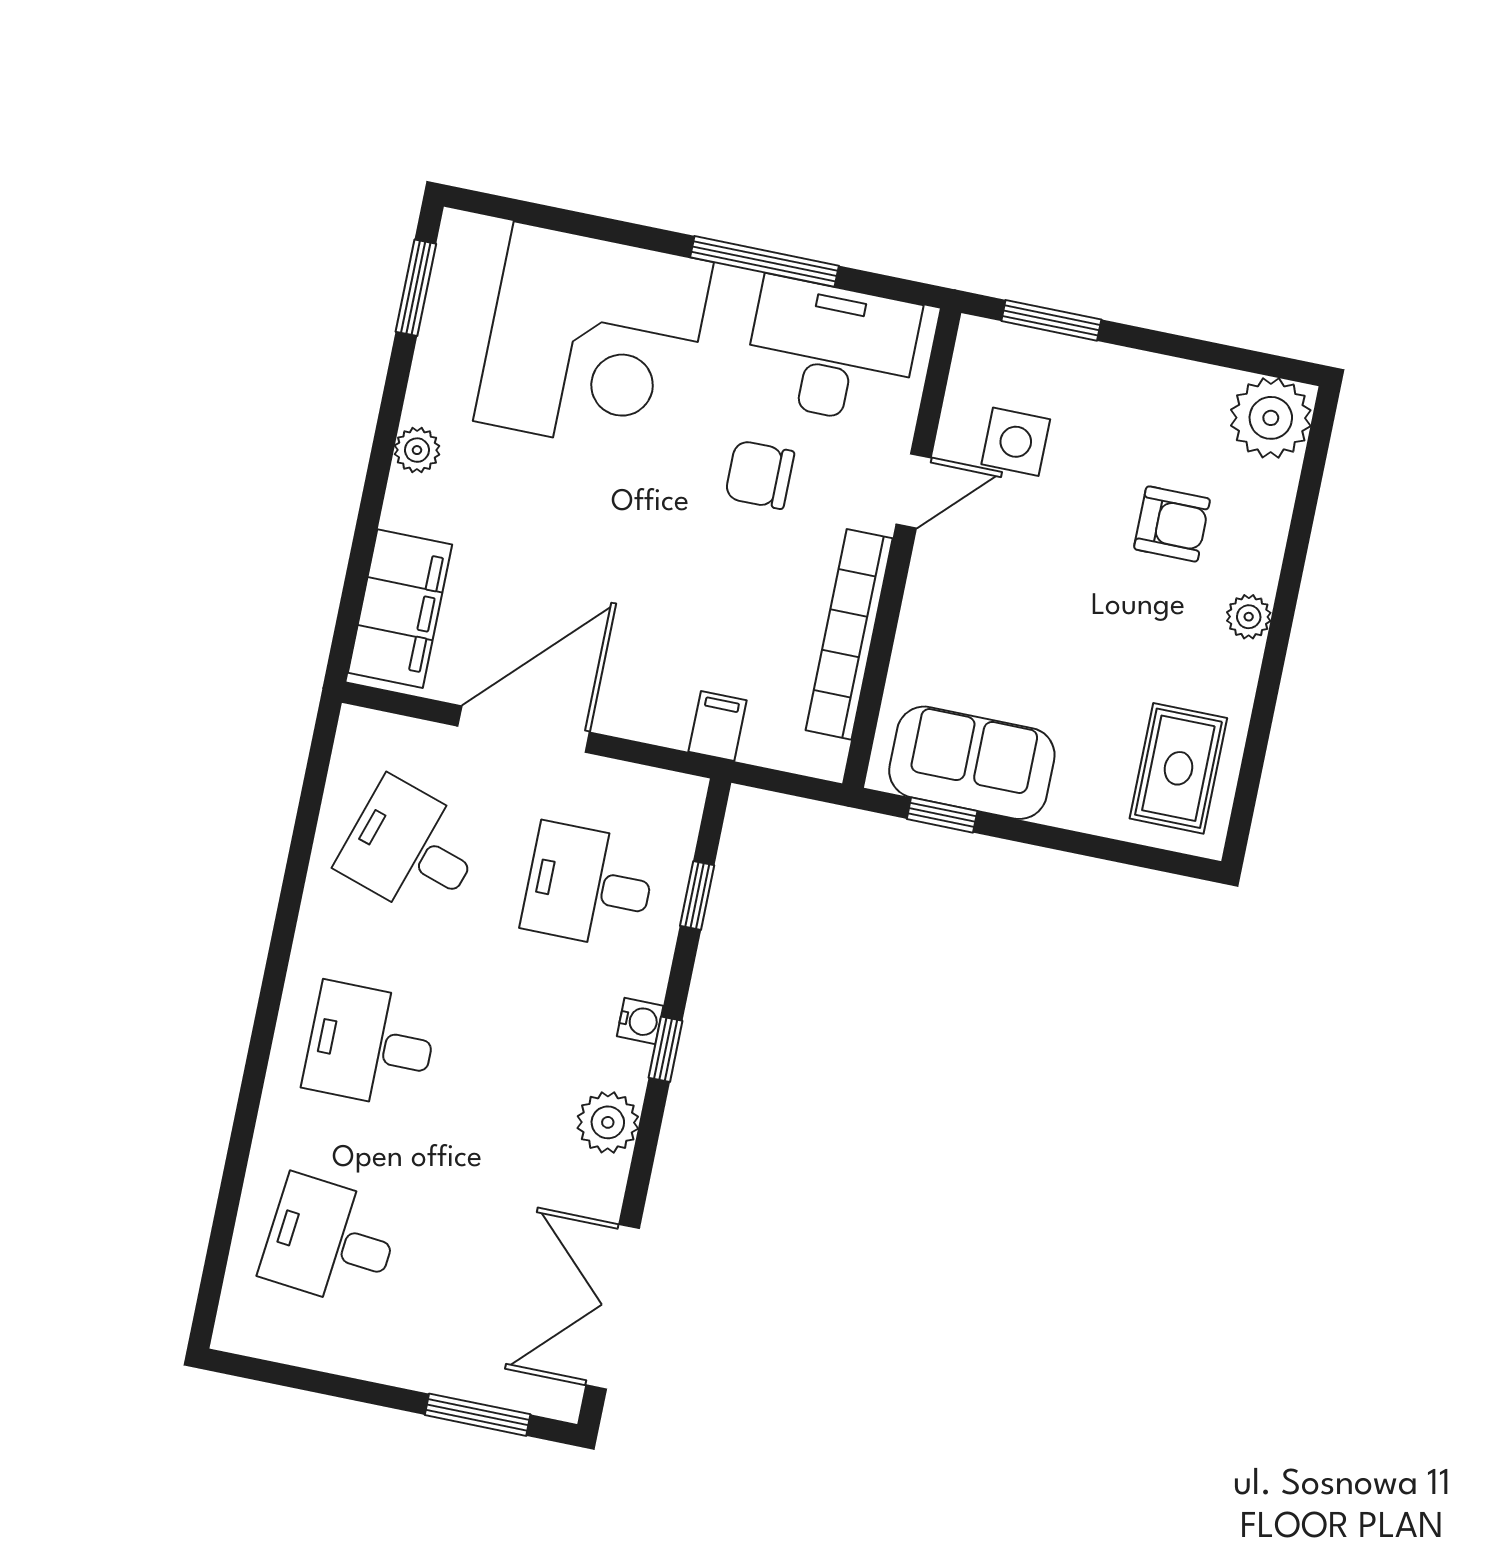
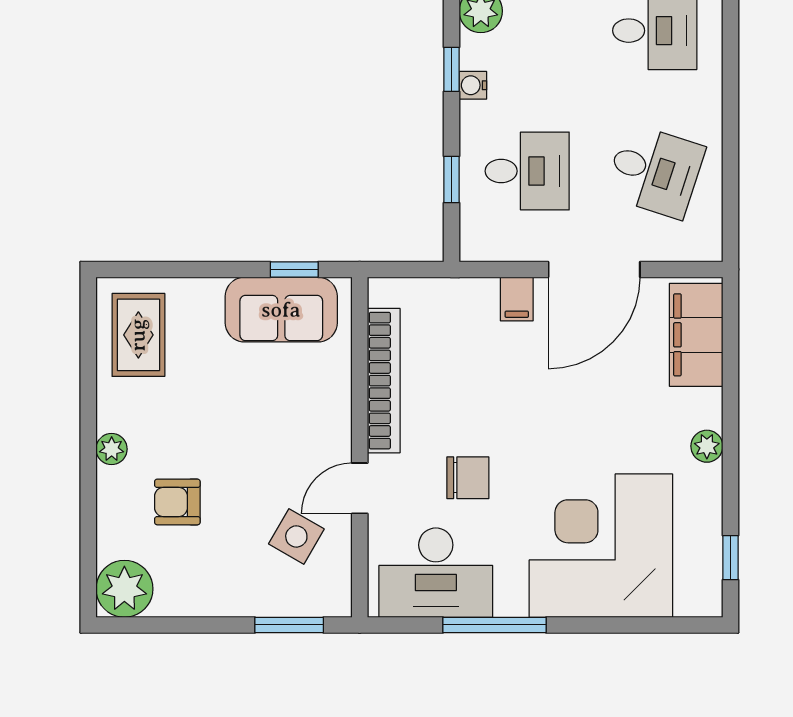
window: (416, 288) -> (730, 558), width x0.67
side table: (1016, 442) -> (296, 536), turned 30
filing cabinet: (718, 726) -> (517, 299), moved

